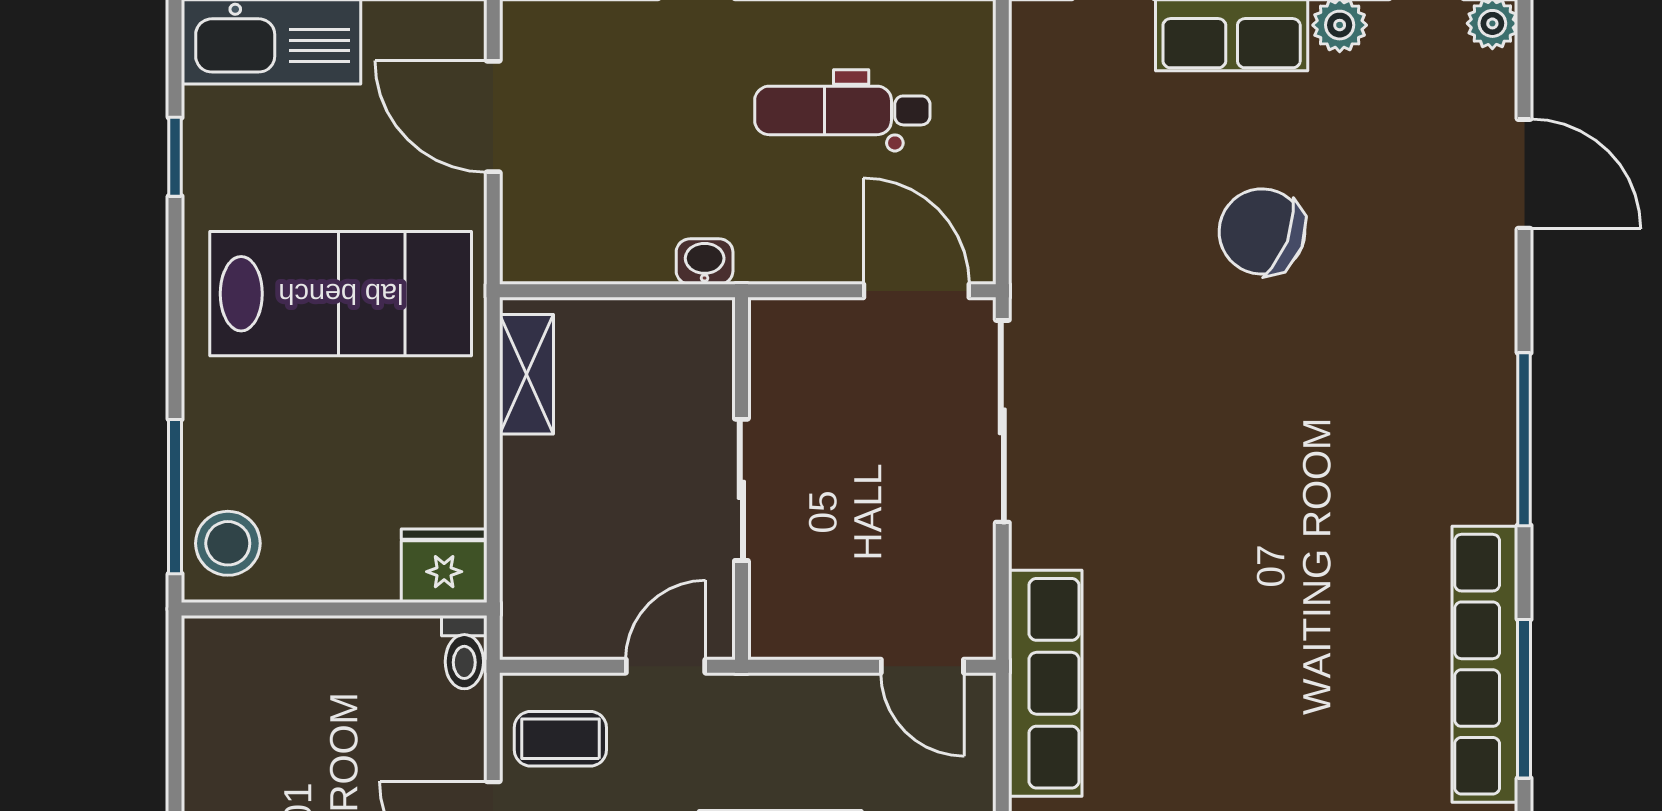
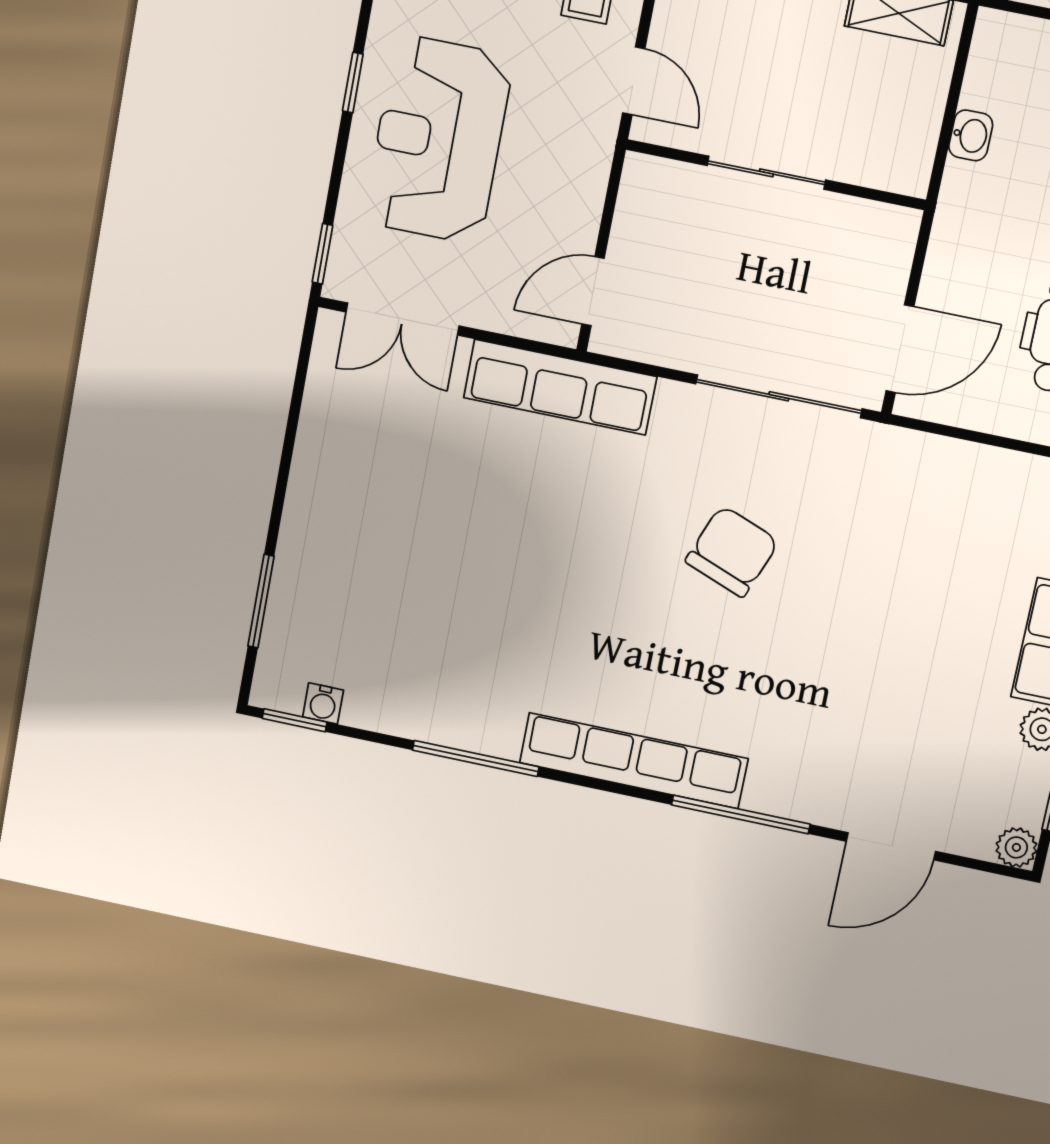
chair: (1262, 231) -> (732, 551), moved
washbasin: (705, 262) -> (971, 135), moved
window: (1524, 439) -> (741, 815), moved
row of seats: (1485, 664) -> (634, 761), moved

